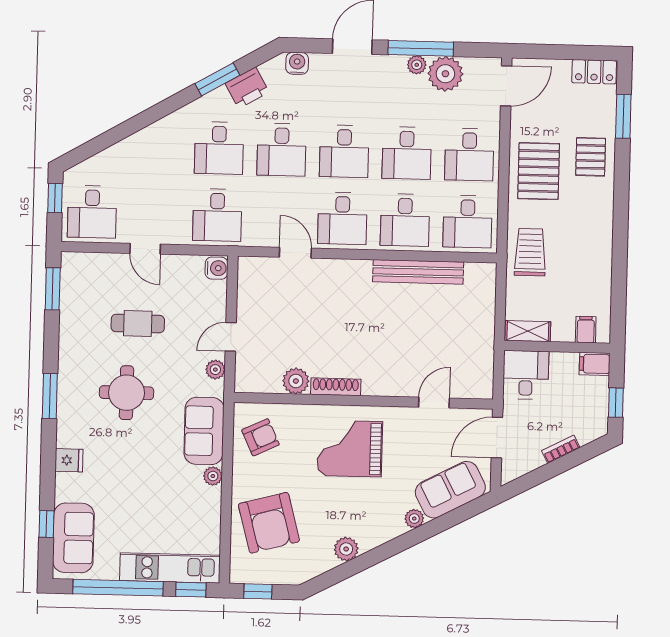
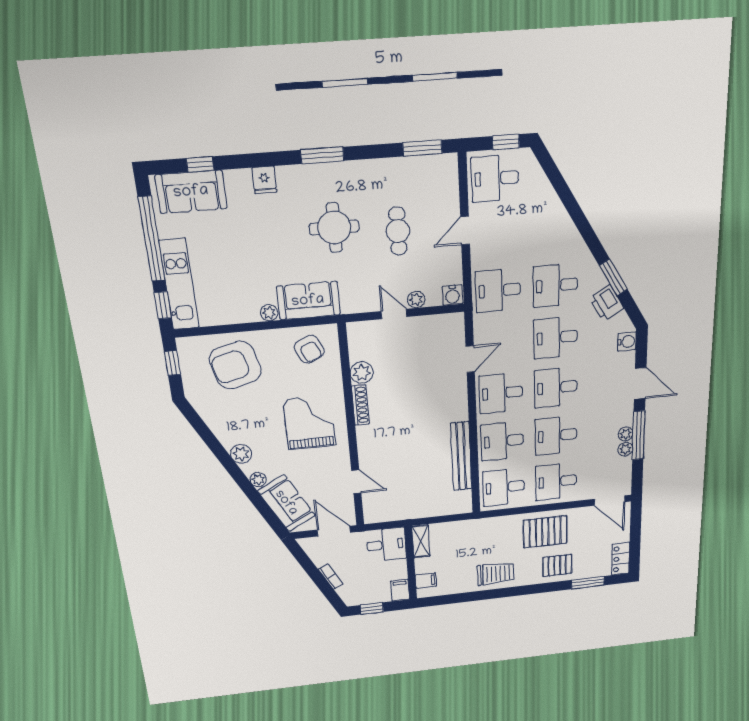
plant: (445, 74) -> (625, 449), width x0.53, depth x0.53
trolley: (530, 252) -> (496, 574), moved
plant: (215, 370) -> (416, 300), moved
plant: (346, 549) -> (241, 454), moved

